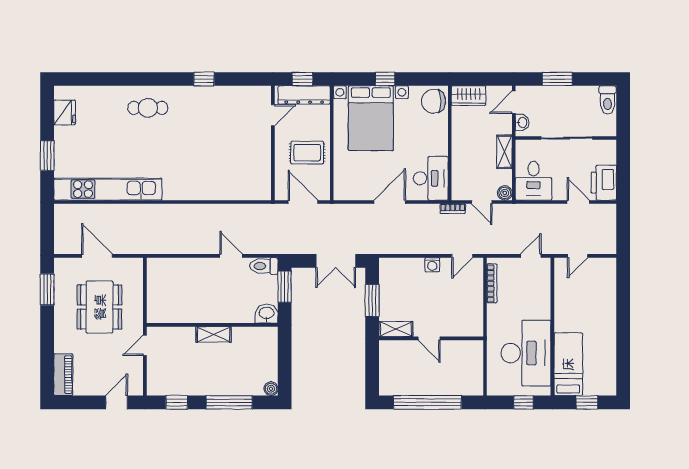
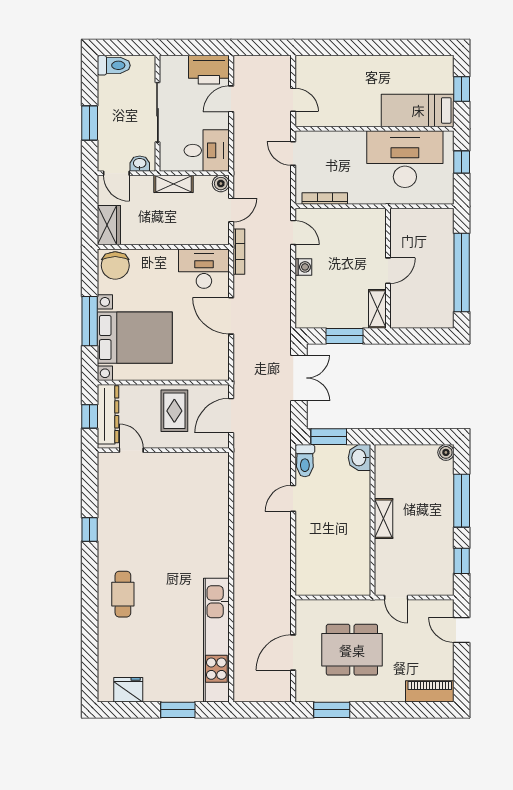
window: (385, 79) -> (90, 321), width x2.17
bookcase: (453, 209) -> (239, 252), width x1.56

